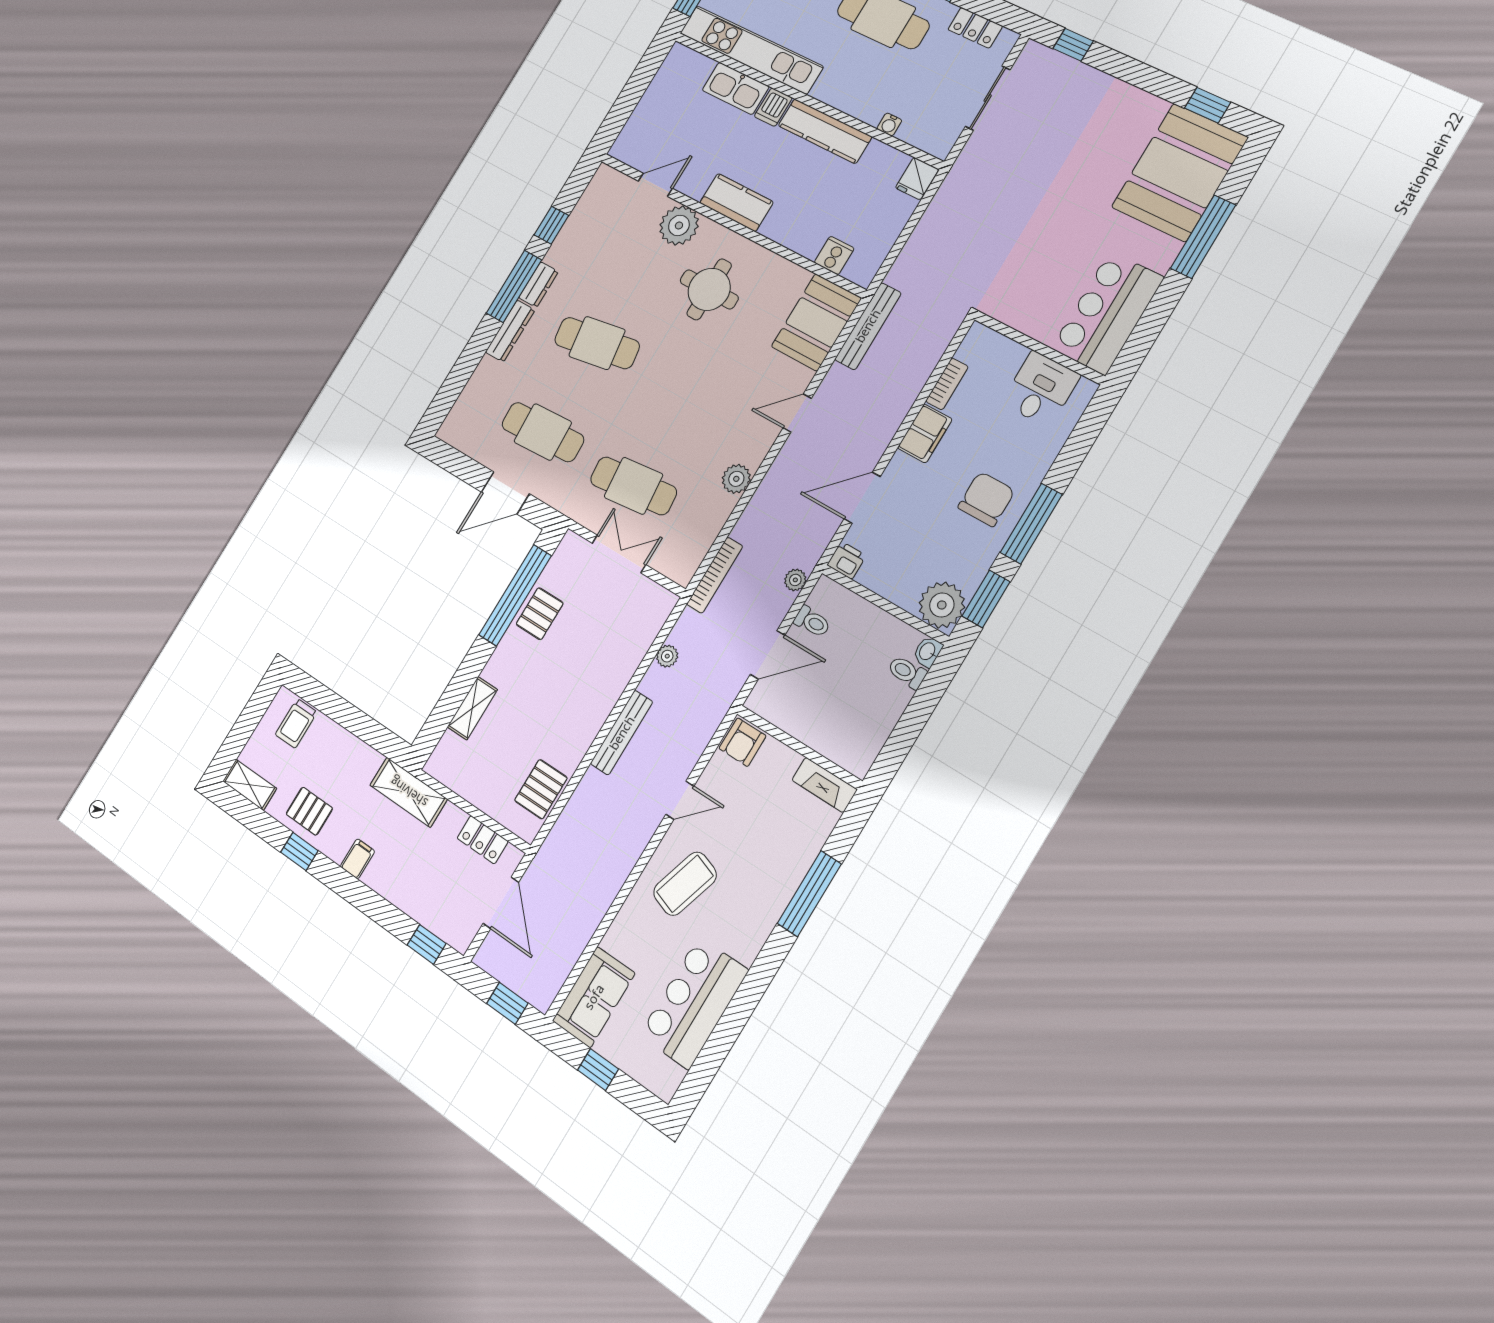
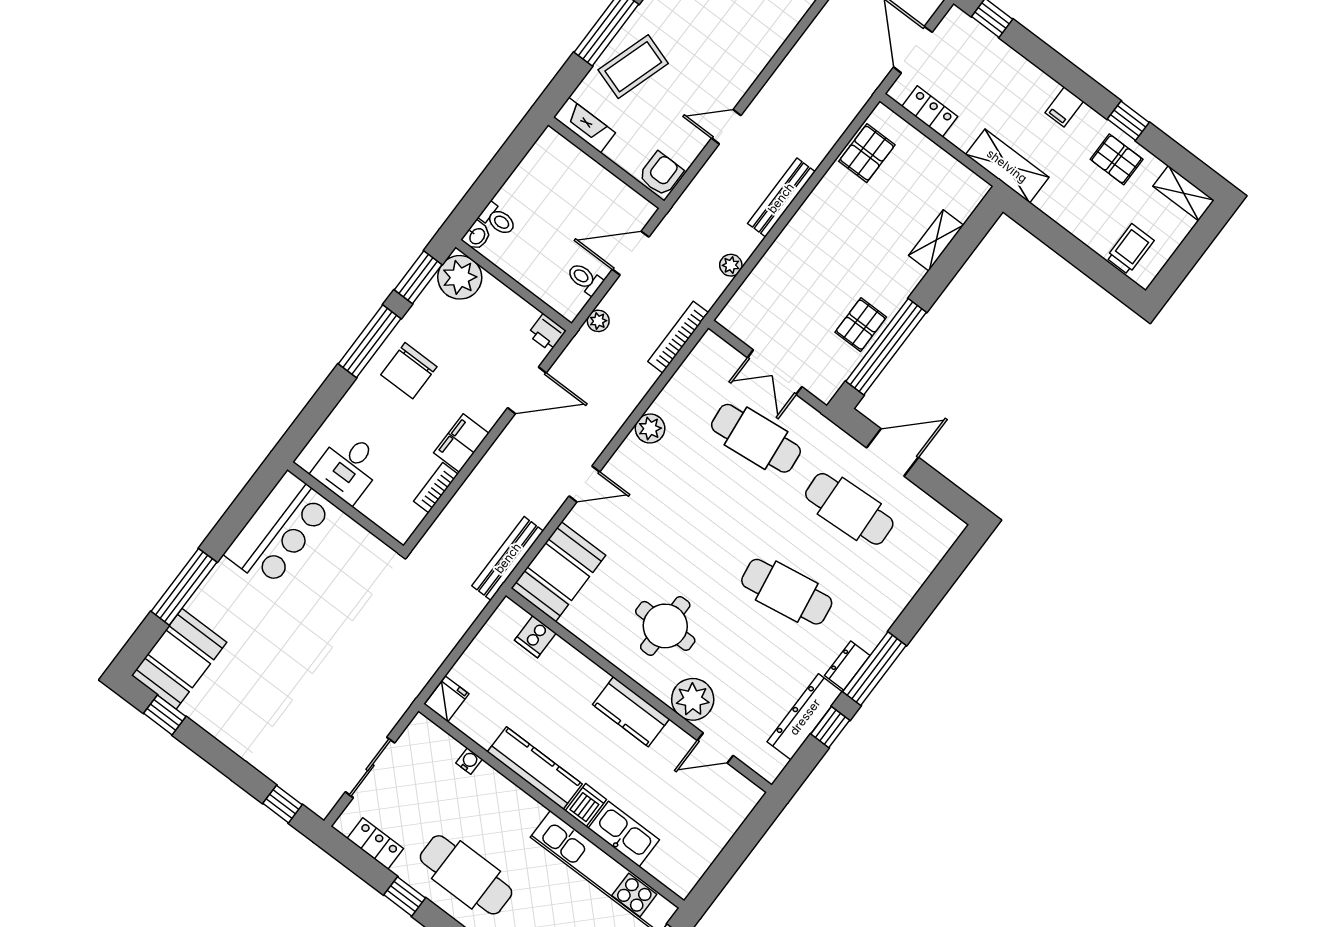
booth: (1180, 172) -> (179, 659), width x0.73, depth x0.70
dresser: (510, 331) -> (805, 717), moved, width x1.37, depth x1.24
coffee table: (685, 884) -> (633, 67), moved

